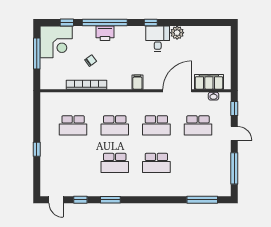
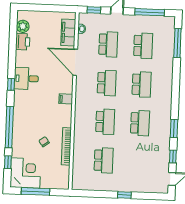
printer: (105, 33) -> (23, 42), moved
plant: (177, 33) -> (23, 26), moved
school desk: (198, 163) -> (143, 46), added

